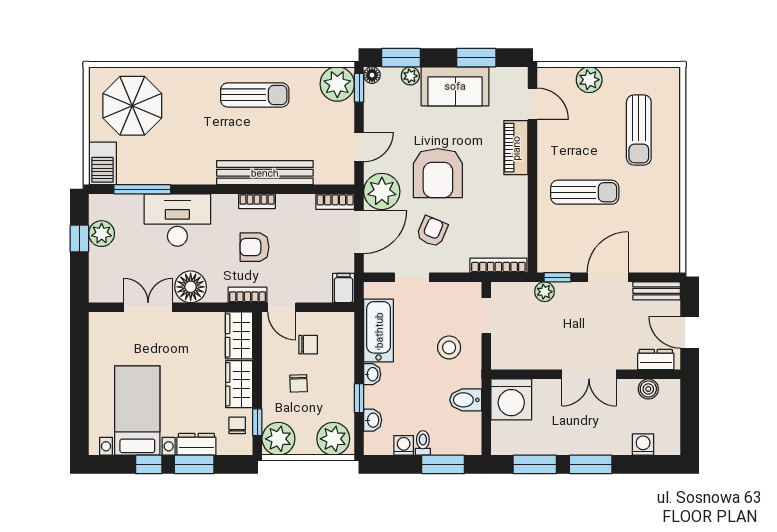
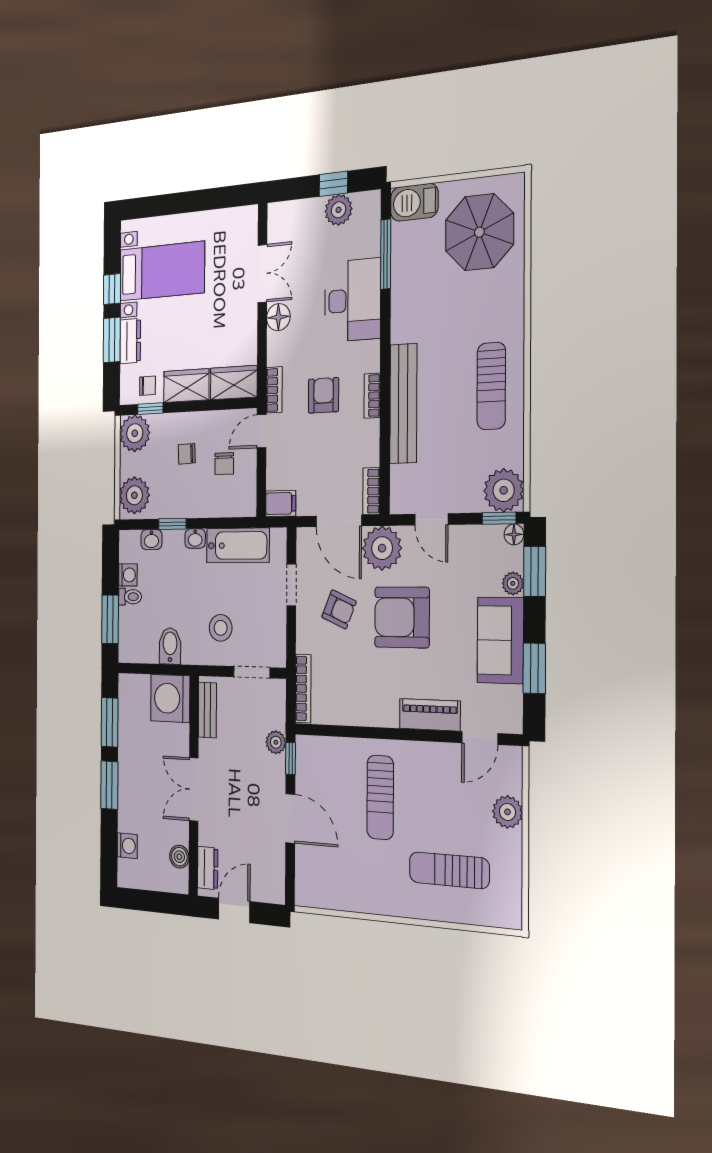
floor lamp: (191, 287) -> (278, 317), width x0.73, depth x0.73
bench: (657, 291) -> (207, 710), moved

